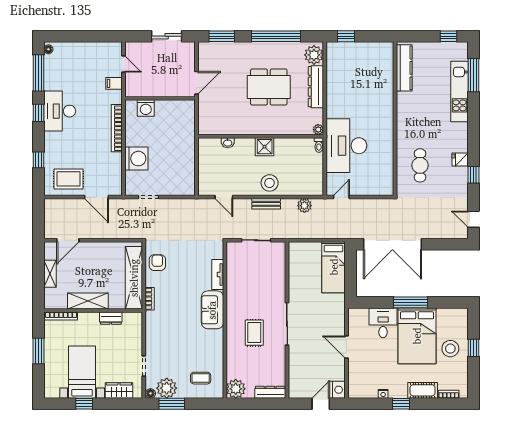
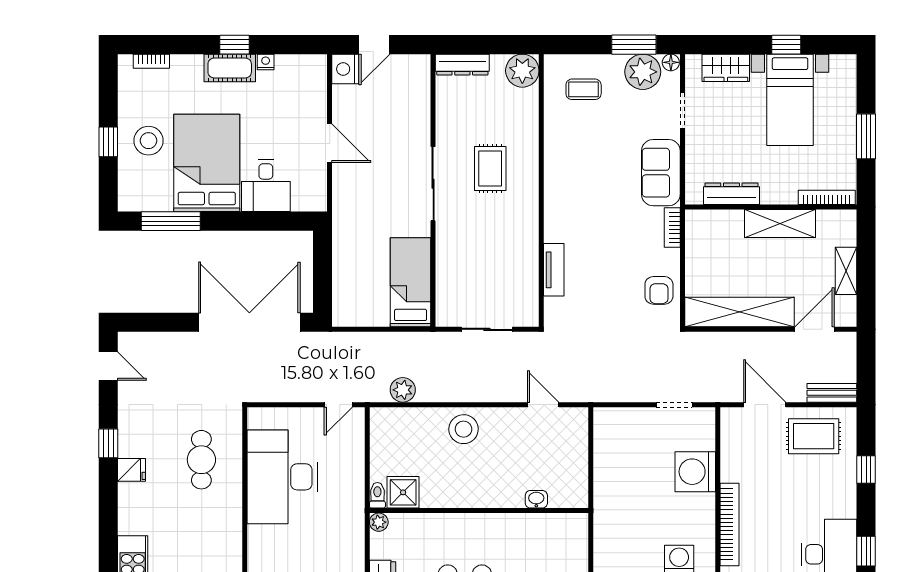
desk: (346, 146) -> (282, 477), moved, turned 180
shower: (265, 147) -> (403, 492), moved
bench: (266, 204) -> (832, 393), moved
bed: (334, 267) -> (411, 282), moved
shelving: (134, 278) -> (739, 312), moved, turned 90
window: (411, 302) -> (171, 221), moved
sofa: (212, 310) -> (661, 173), moved, turned 180
dresser: (111, 318) -> (731, 194), width x1.44
cot: (423, 390) -> (230, 68), moved

